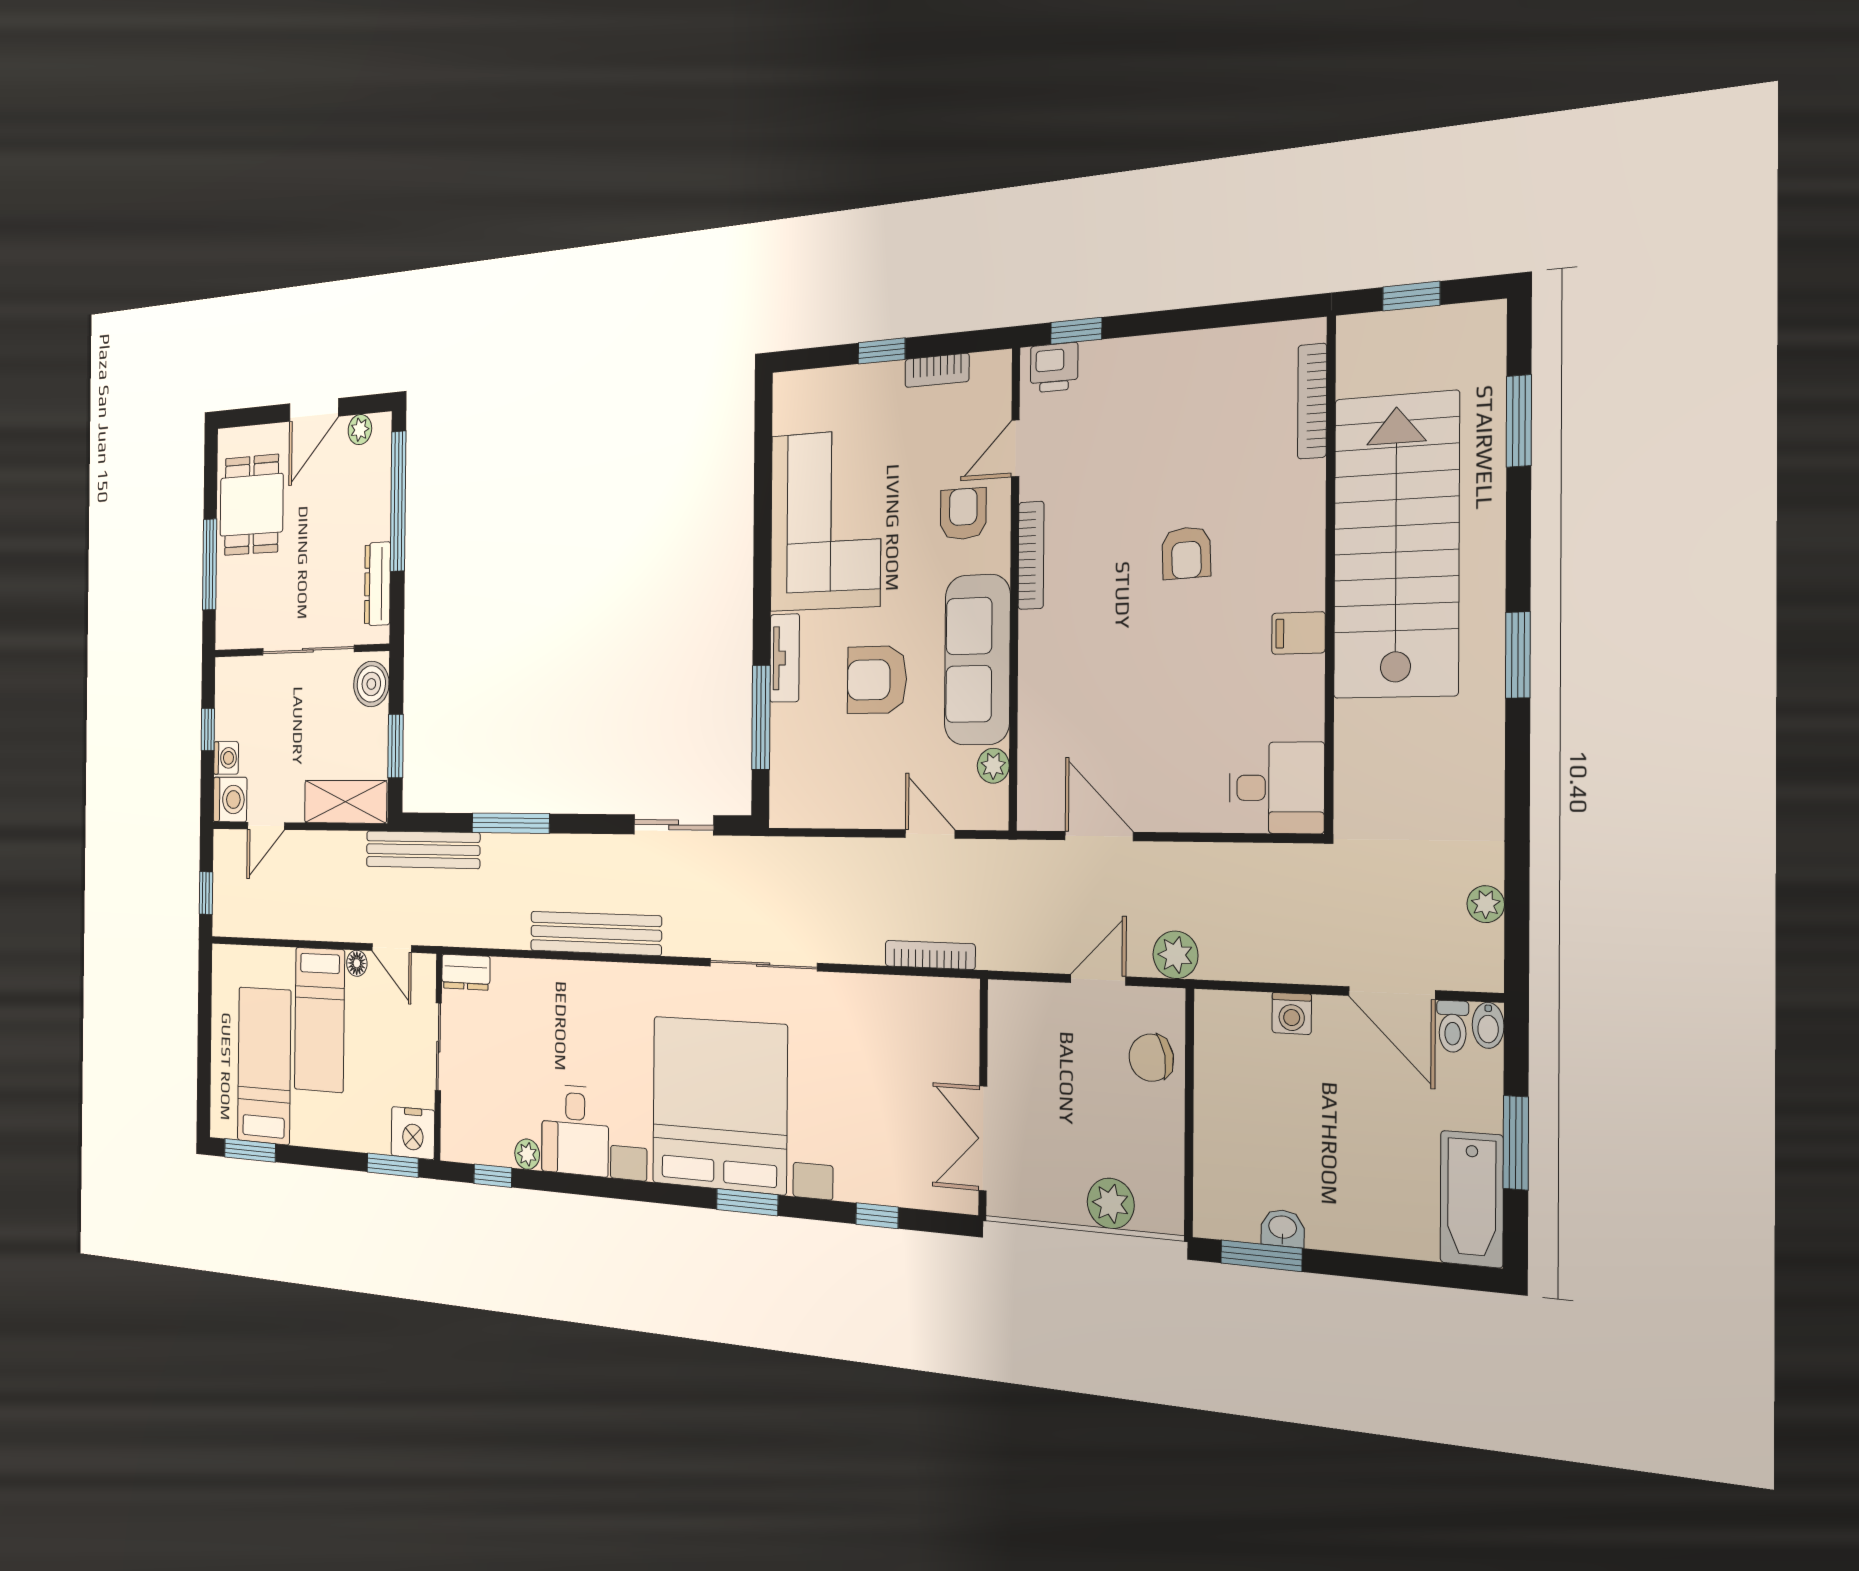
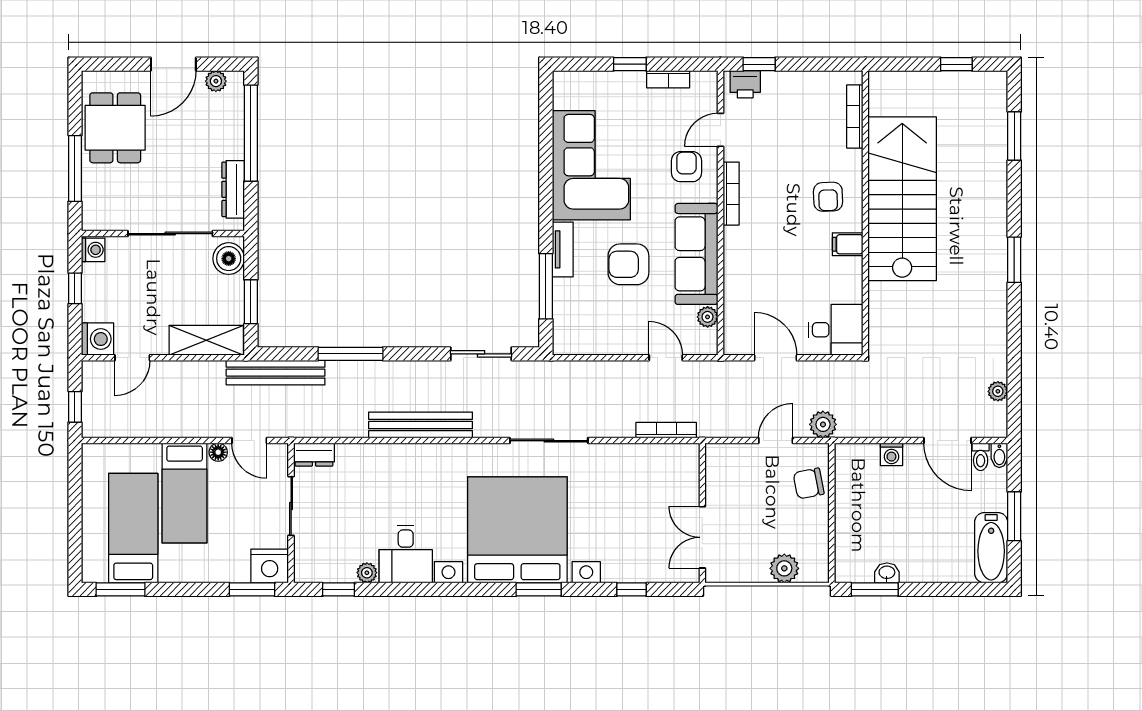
bookcase: (1312, 401) -> (855, 116), moved
stairs: (1396, 546) -> (902, 199), moved
wall: (1330, 575) -> (865, 213), moved
filing cabinet: (1298, 633) -> (848, 244), moved
washing machine: (226, 758) -> (93, 250), moved
desk: (1276, 788) -> (835, 330), moved

